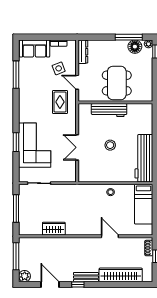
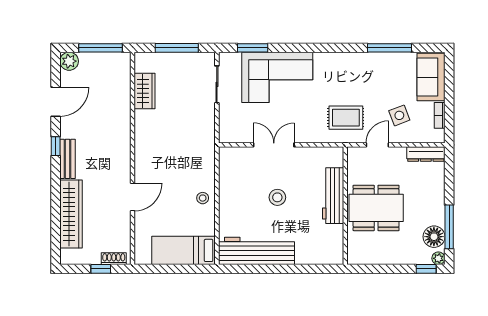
window: (16, 142) -> (253, 48), moved
wardrobe: (54, 229) -> (145, 91), moved

